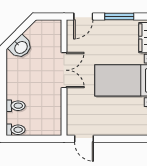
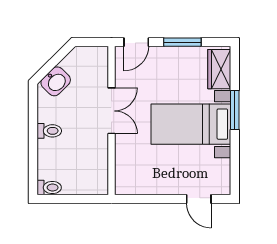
toilet: (16, 106) -> (49, 131), moved
door: (84, 139) -> (199, 199), moved

